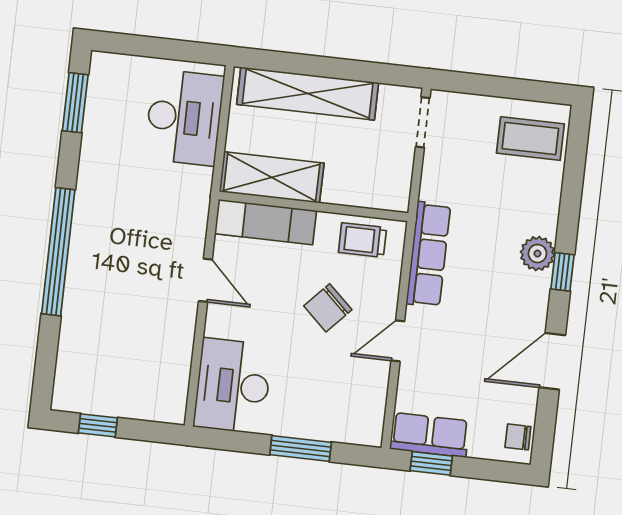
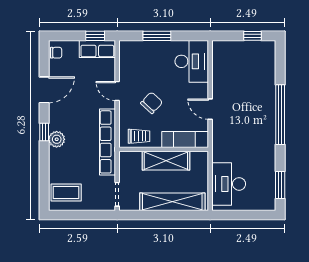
shelving: (272, 177) -> (166, 161), moved
row of seats: (428, 254) -> (108, 142), width x1.36
door: (398, 341) -> (117, 91), swing flipped

